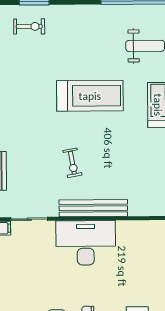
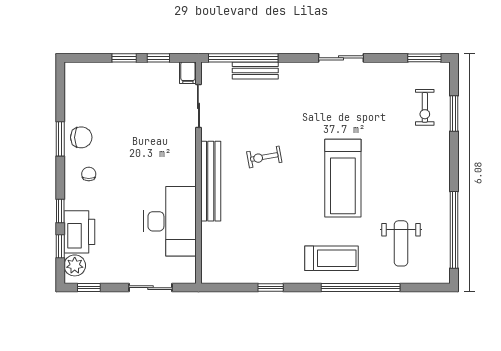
desk: (86, 243) -> (170, 221), moved

